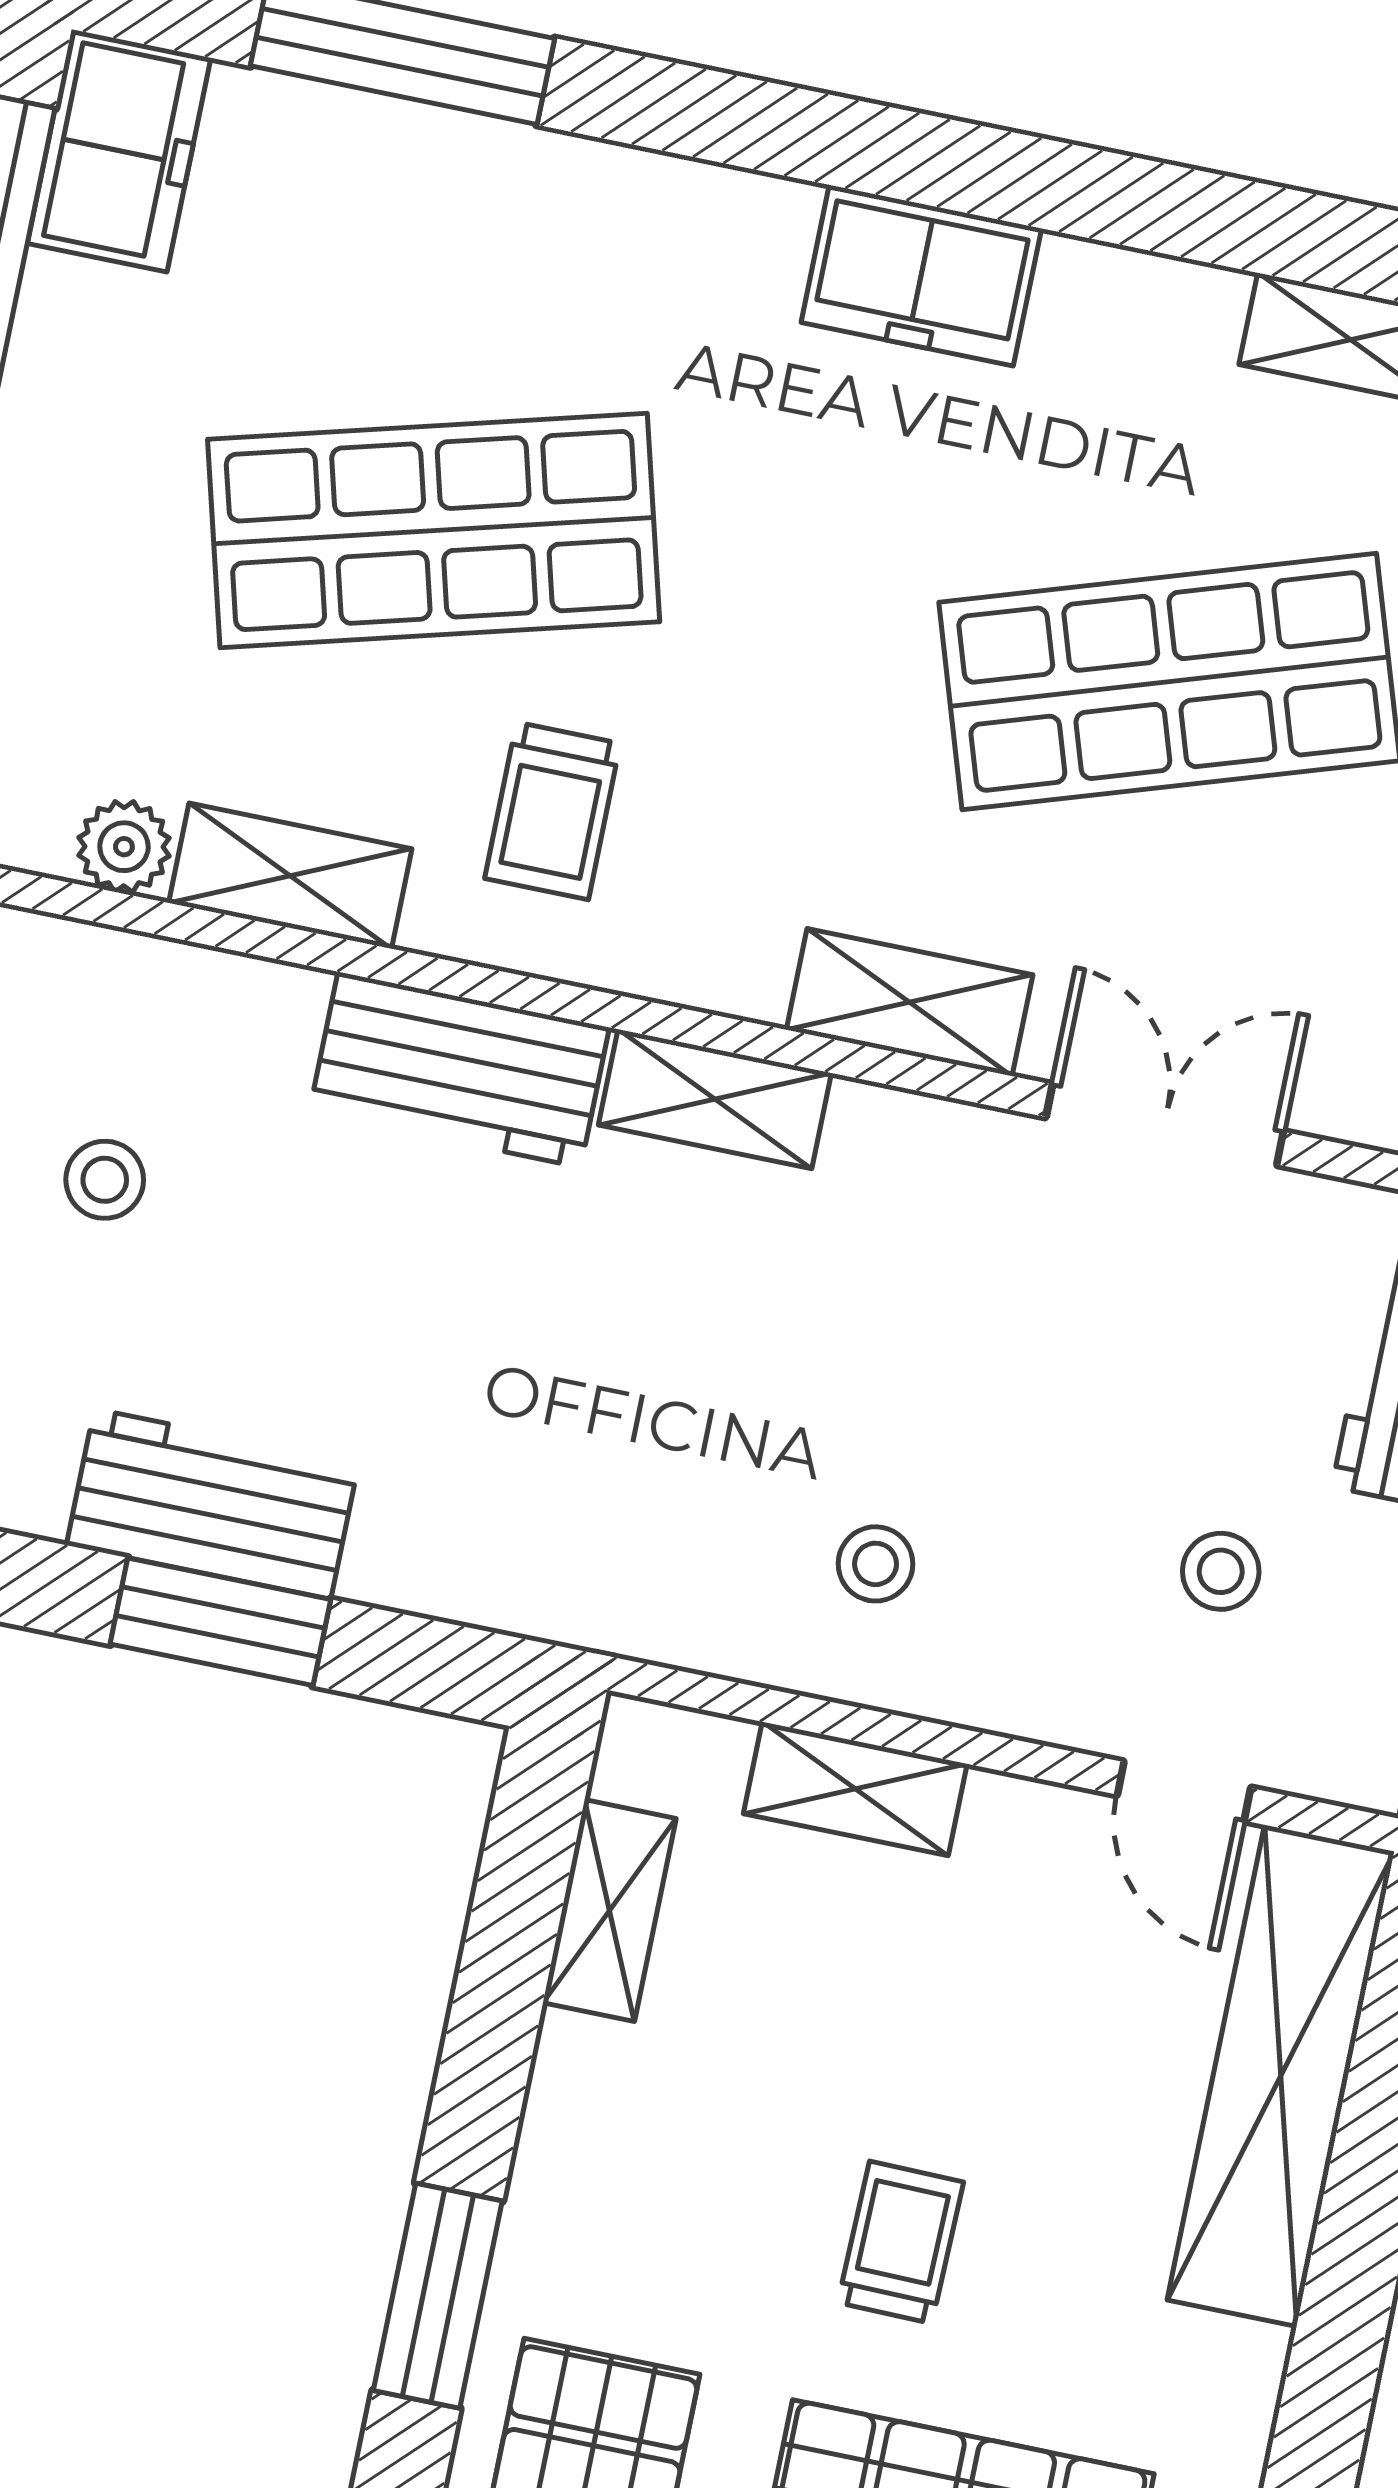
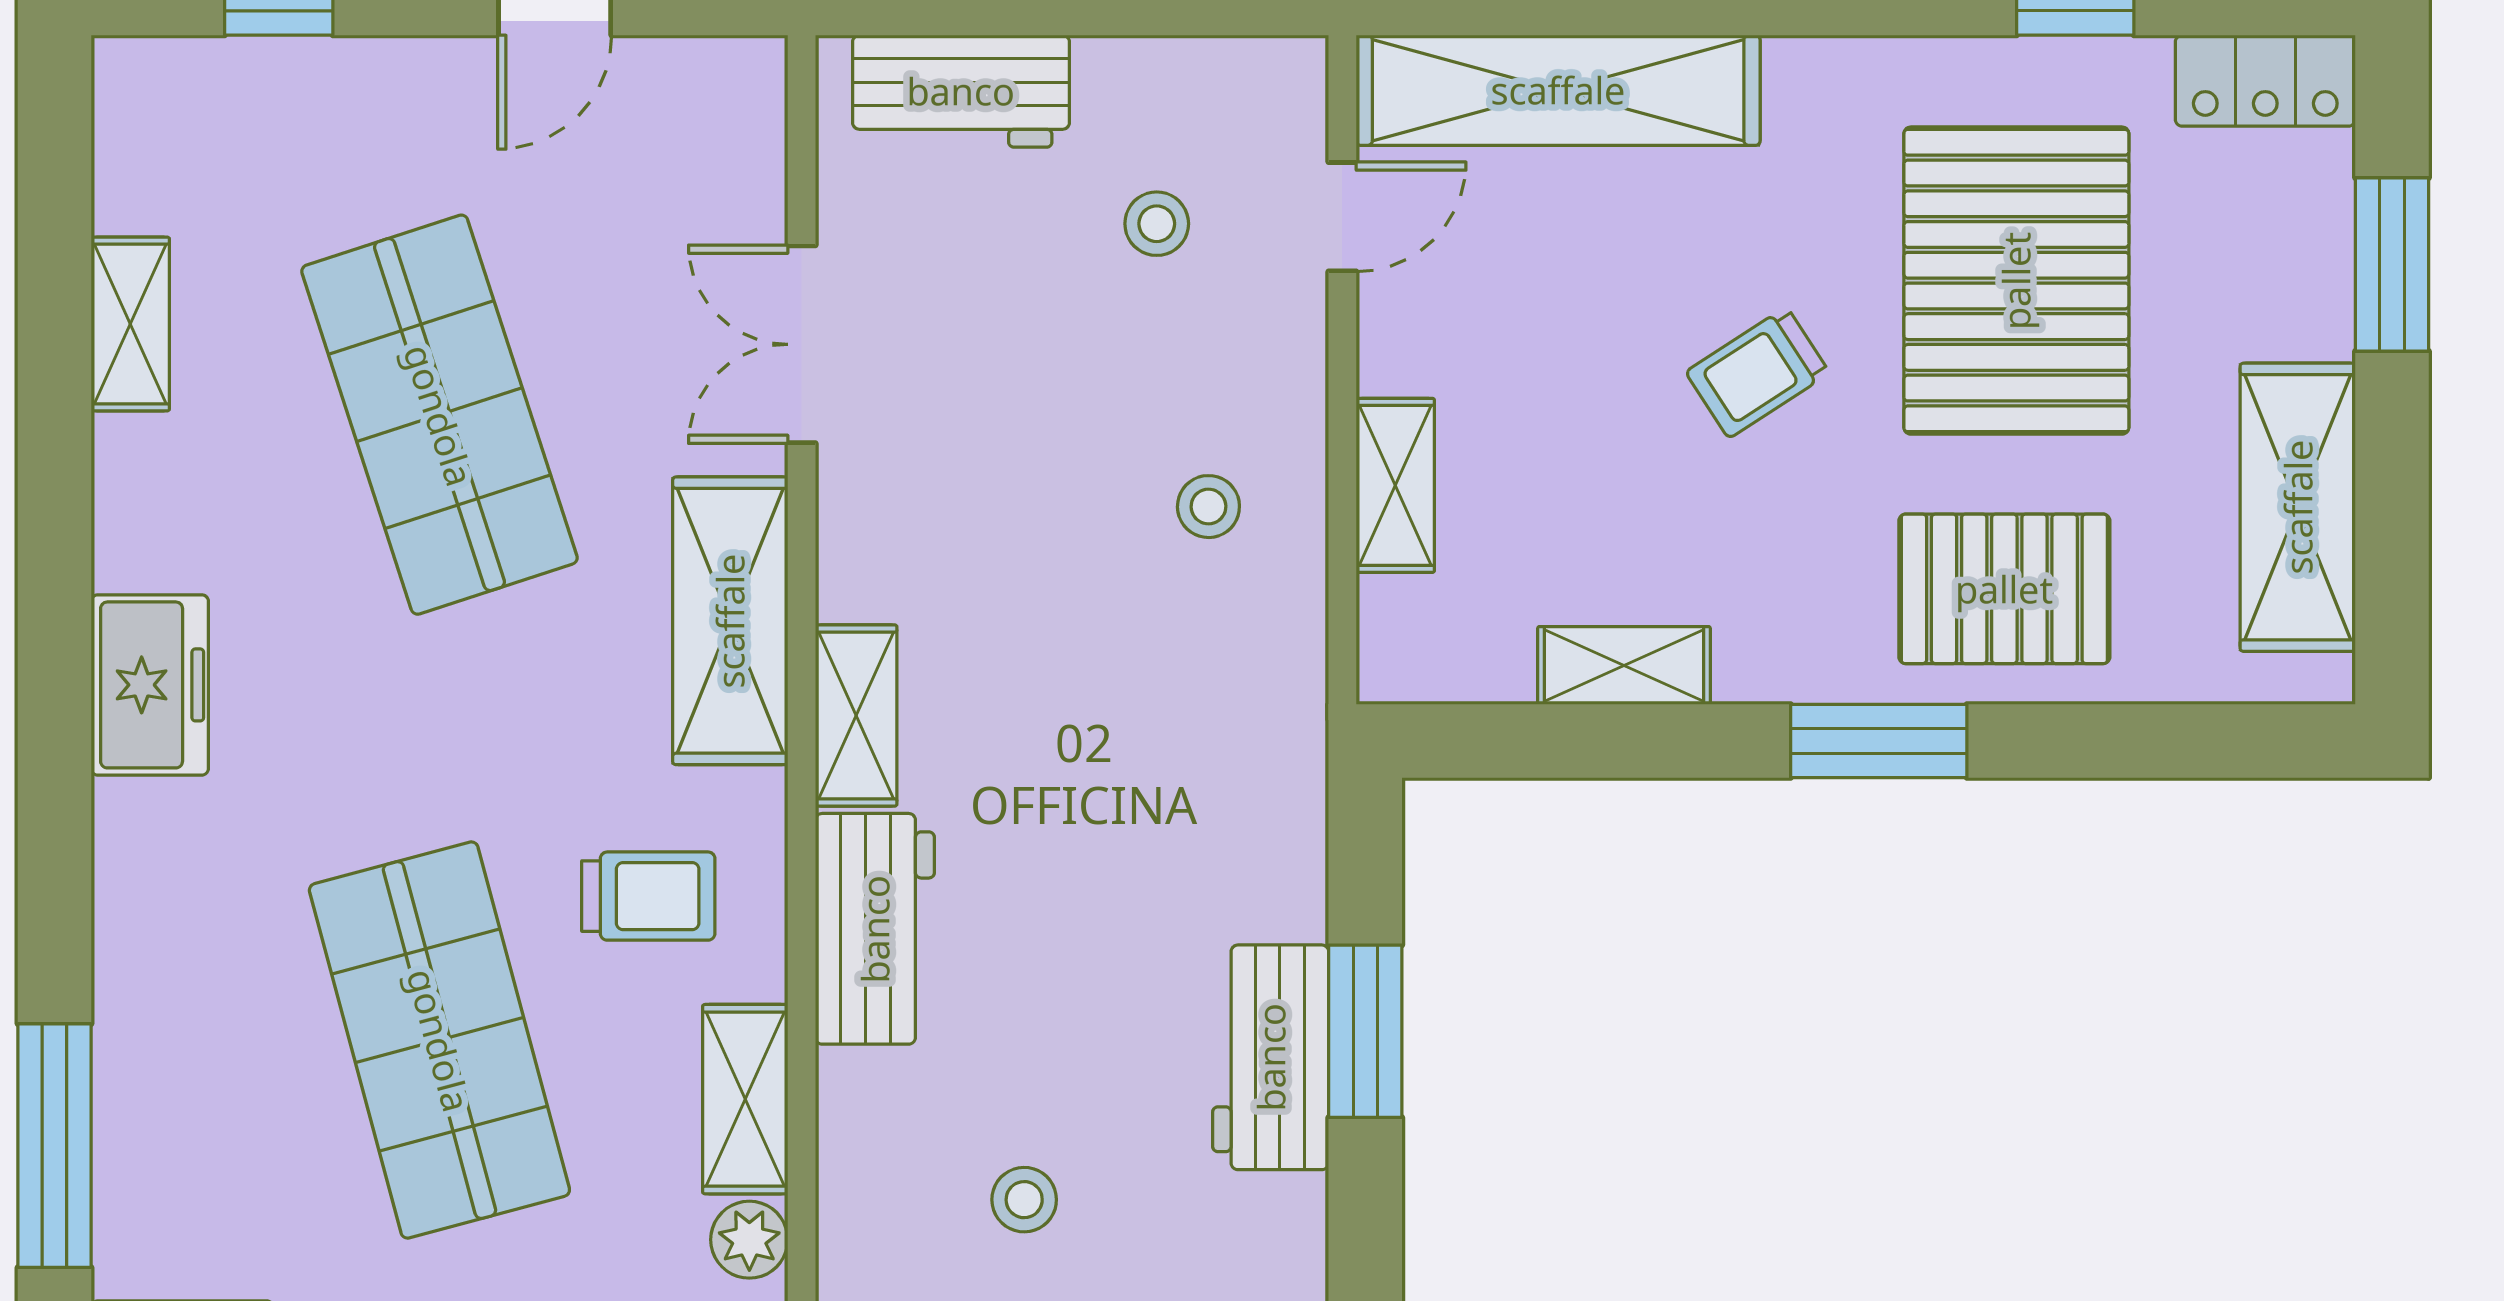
shelving: (910, 1002) -> (730, 621), width x1.50, depth x1.33
shelving: (609, 1911) -> (1624, 665), moved
trolley: (901, 2242) -> (1758, 372), turned -34

